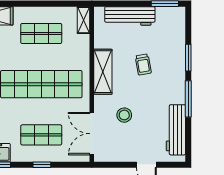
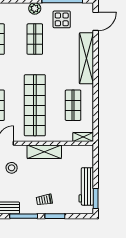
workbench: (130, 16) -> (86, 186), moved
trolley: (143, 65) -> (44, 200), moved

